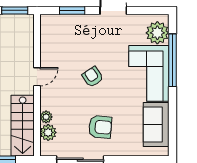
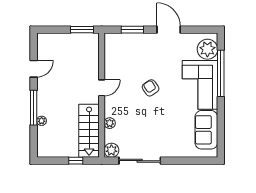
armchair: (100, 127) -> (157, 132), removed
plant: (48, 132) -> (111, 150), moved

